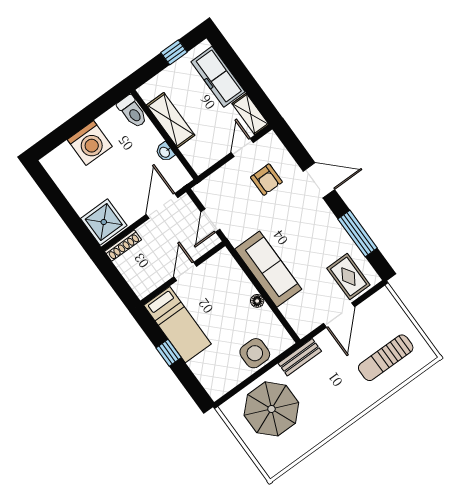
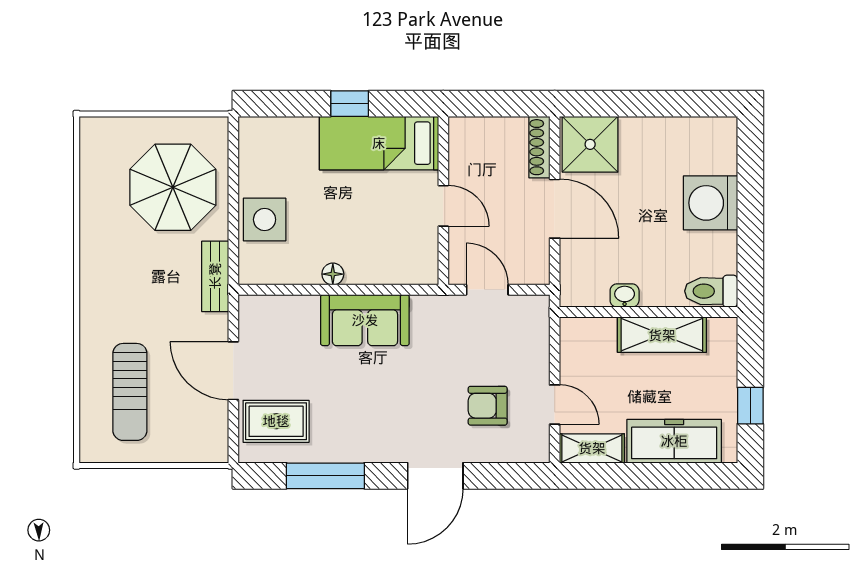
door: (162, 206) -> (555, 209), moved
sofa: (268, 269) -> (365, 320), width x0.73
sun lounger: (386, 358) -> (130, 392), turned 180

